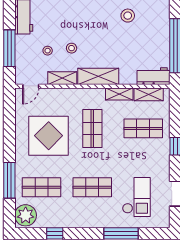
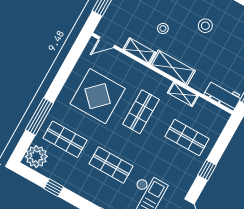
stool: (128, 16) -> (205, 26), moved
stool: (48, 51) -> (140, 19), removed
shelving: (149, 94) -> (209, 110), removed

